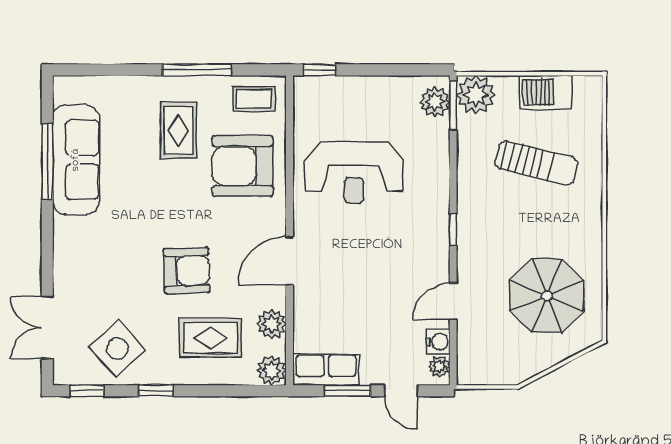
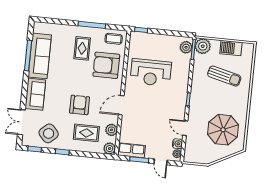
sofa: (75, 255) -> (35, 94), added
armchair: (187, 271) -> (80, 105), turned -88
door: (453, 301) -> (185, 128), hinge flipped

